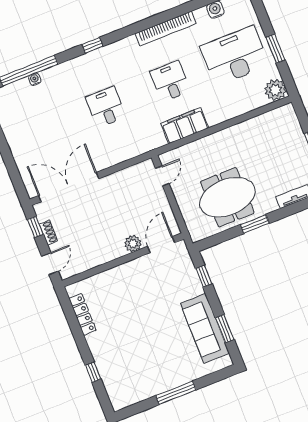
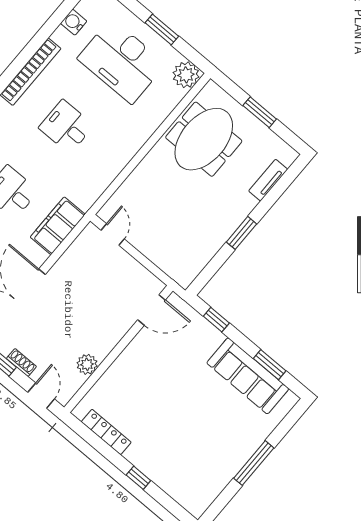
desk: (235, 56) -> (122, 61), turned -90
filing cabinet: (185, 126) -> (58, 226), moved
meeting table: (227, 197) -> (204, 139), moved
plant: (133, 244) -> (87, 364), moved
door: (161, 245) -> (152, 310), swing flipped
window: (93, 372) -> (138, 478), moved

